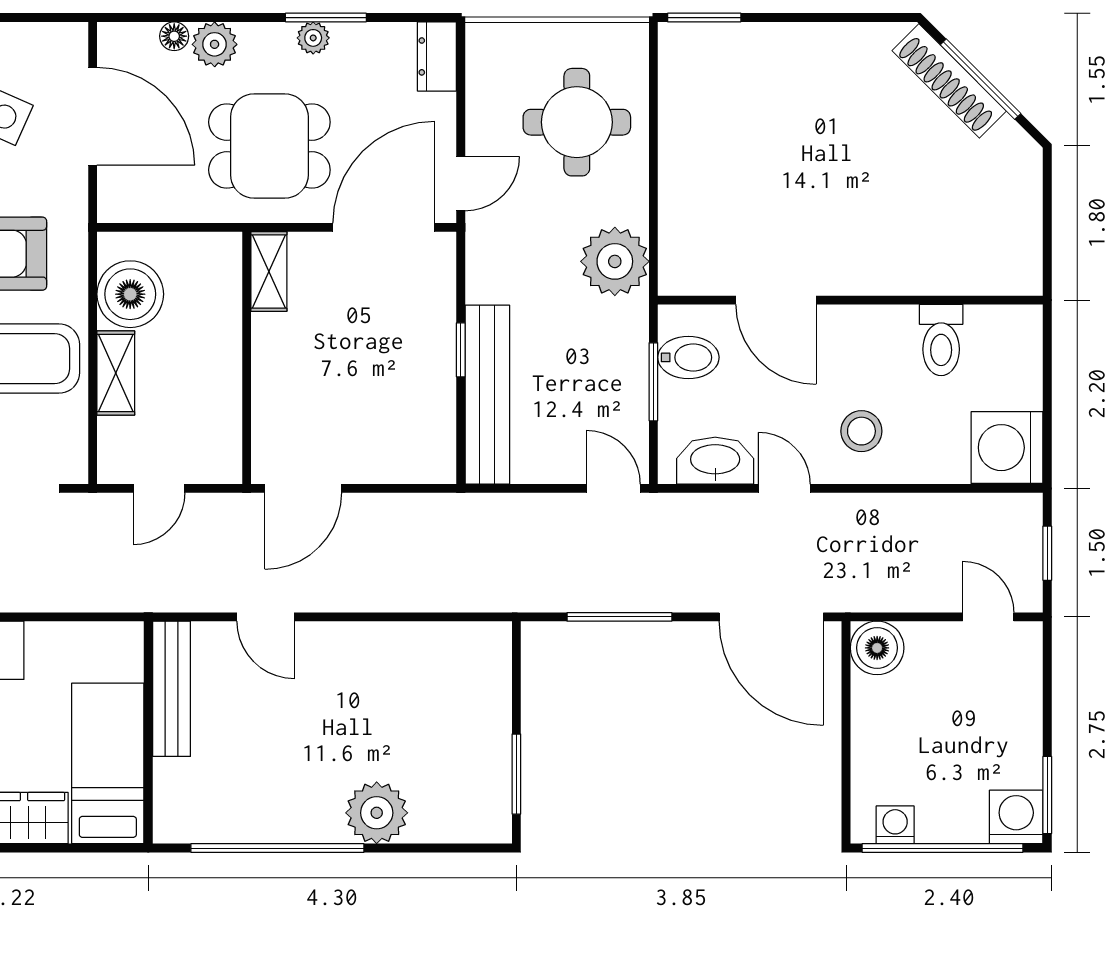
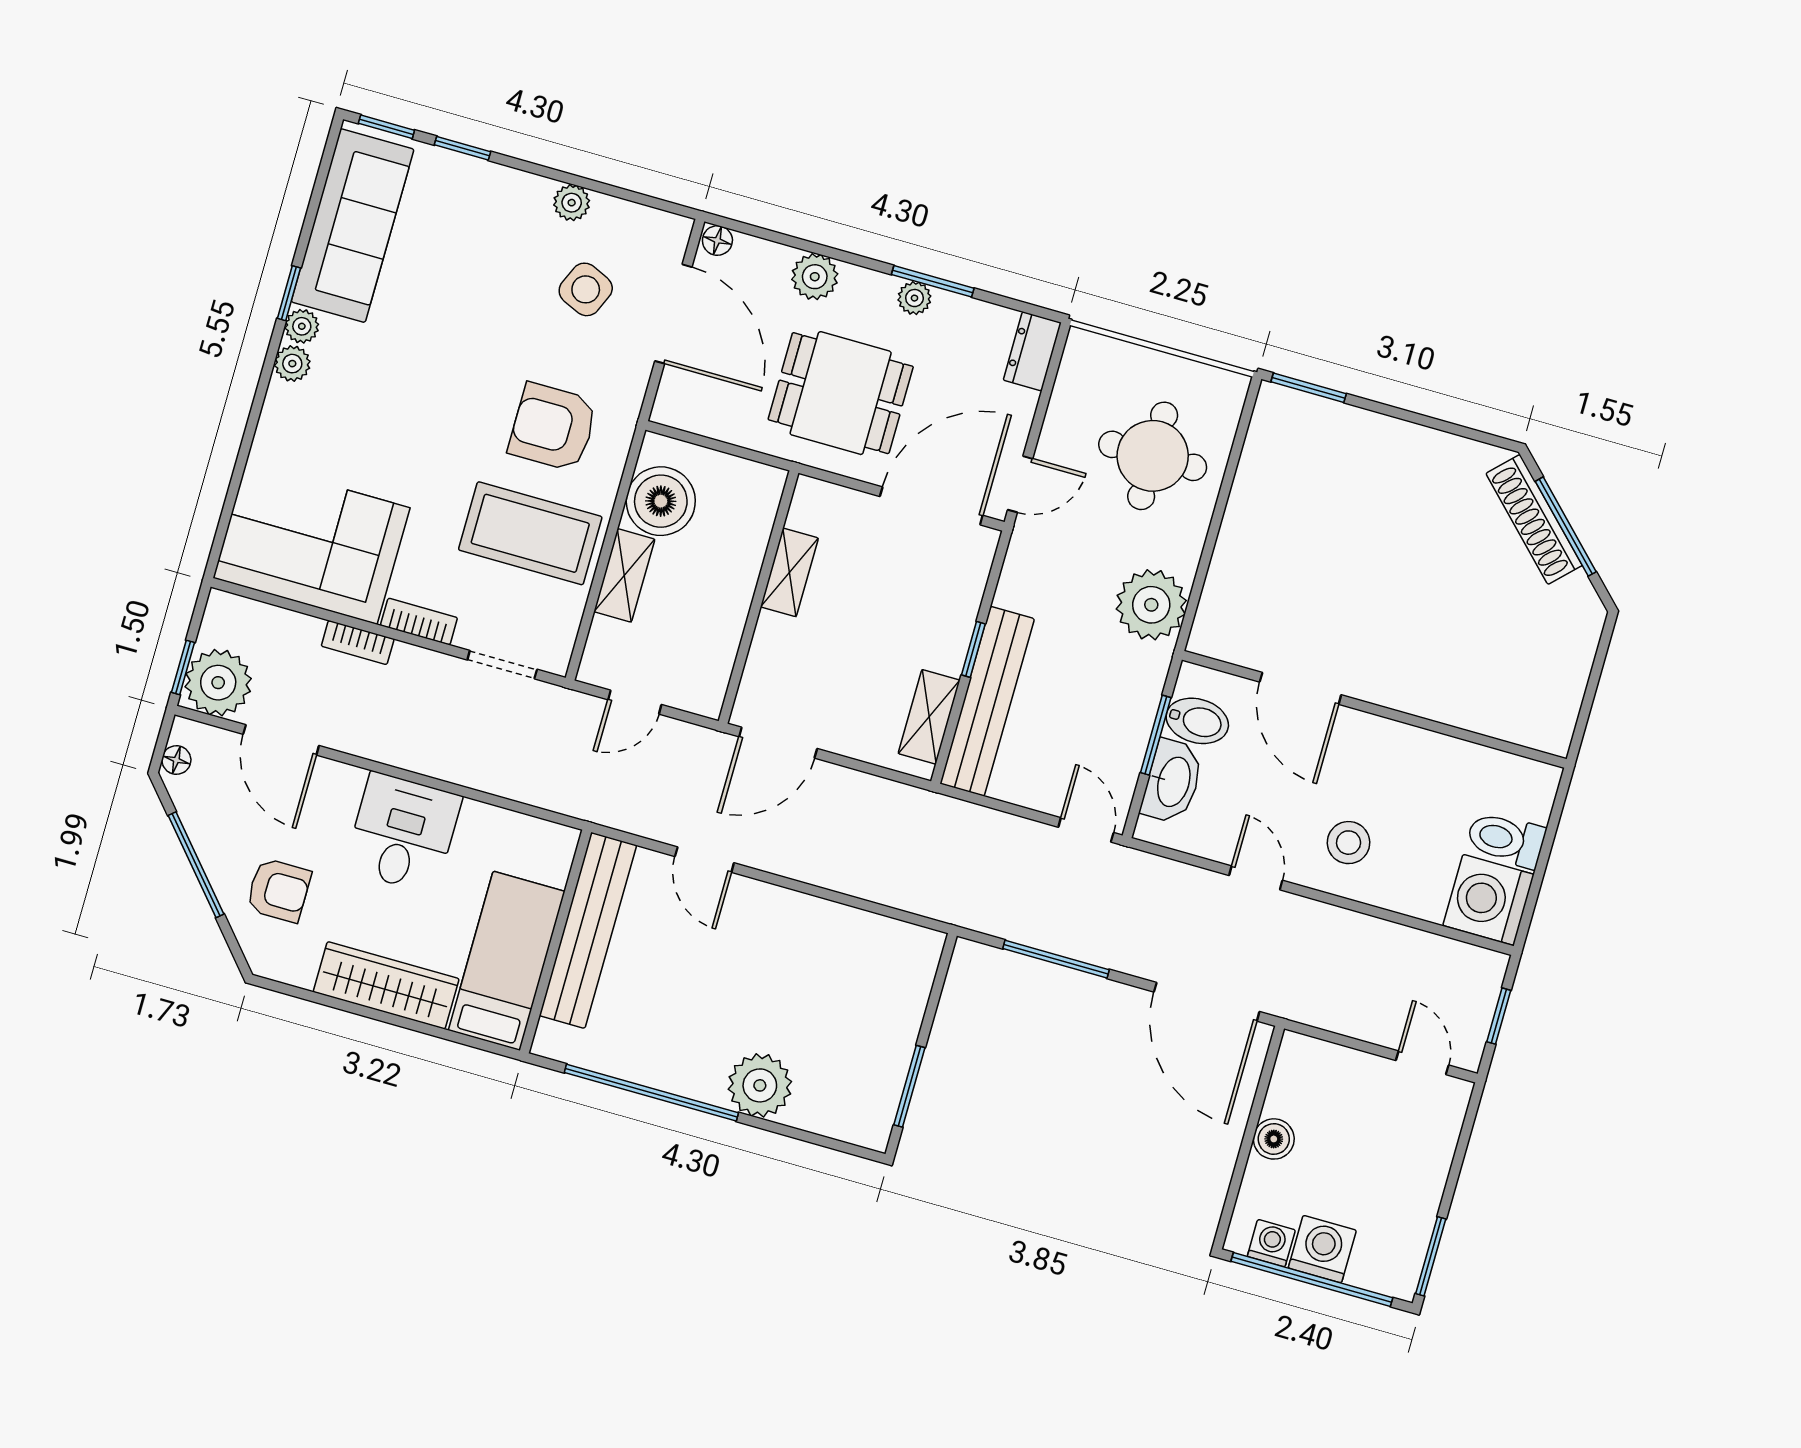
floor lamp: (174, 36) -> (717, 240), moved
shelving: (269, 271) -> (789, 572), moved
toilet: (941, 340) -> (1506, 839), moved, turned 90
shelving: (437, 425) -> (929, 717), added
washbasin: (715, 461) -> (1172, 781), moved, turned 90
boiler: (877, 648) -> (1274, 1139), moved, width x0.73, depth x0.73
bench: (171, 689) -> (588, 930), width x1.37, depth x1.21
washing machine: (1016, 817) -> (1322, 1249), moved

